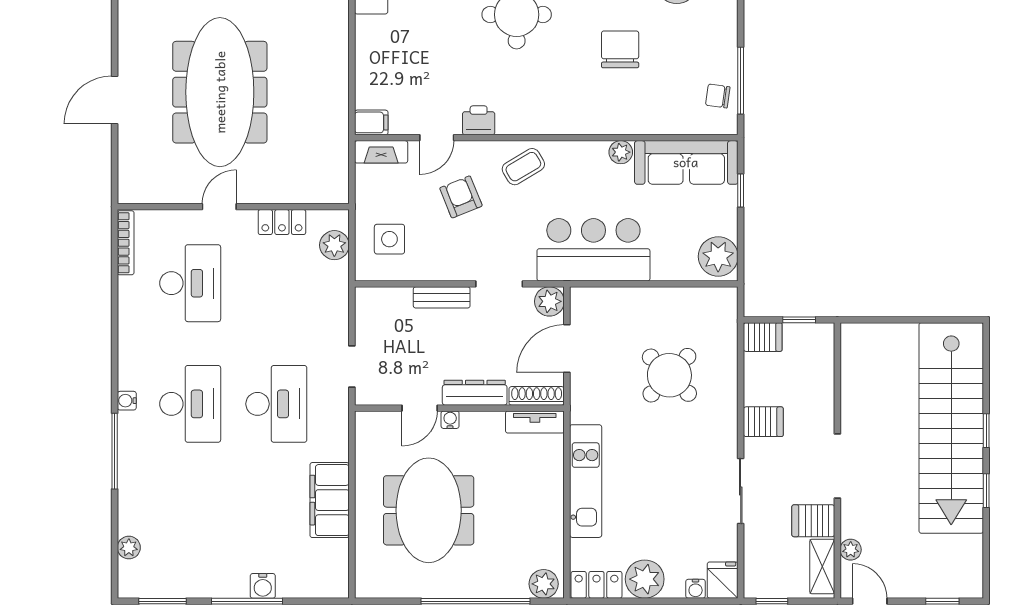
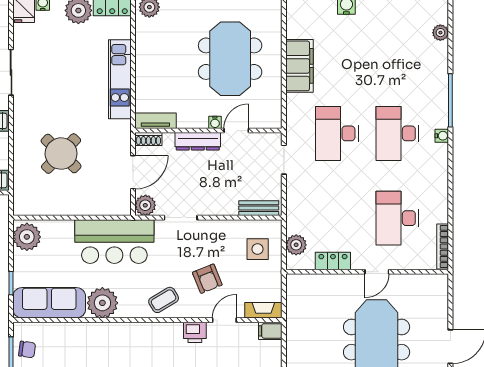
plant: (621, 152) -> (102, 303), width x1.88, depth x1.88
bench: (442, 297) -> (259, 208), moved
shoe rack: (537, 396) -> (148, 139), width x0.70

